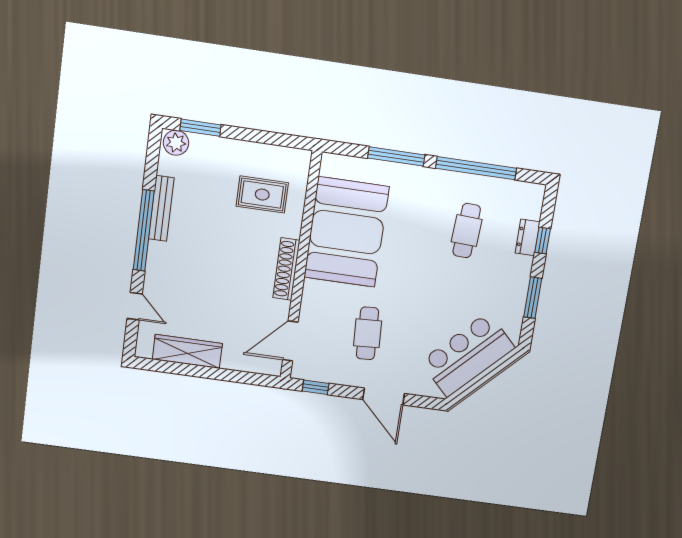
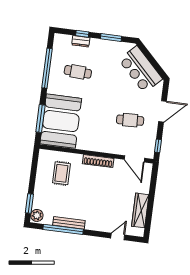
window: (396, 156) -> (40, 118), moved
window: (144, 230) -> (63, 229), moved
booth: (346, 232) -> (61, 121), moved, turned 90

